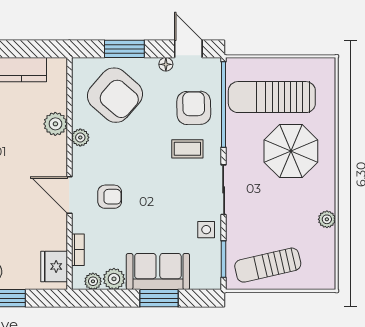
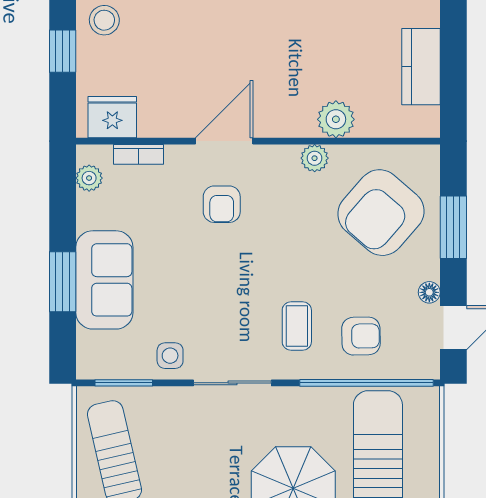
armchair: (194, 108) -> (361, 336), width x0.72, depth x0.72
plant: (114, 279) -> (93, 211), removed

